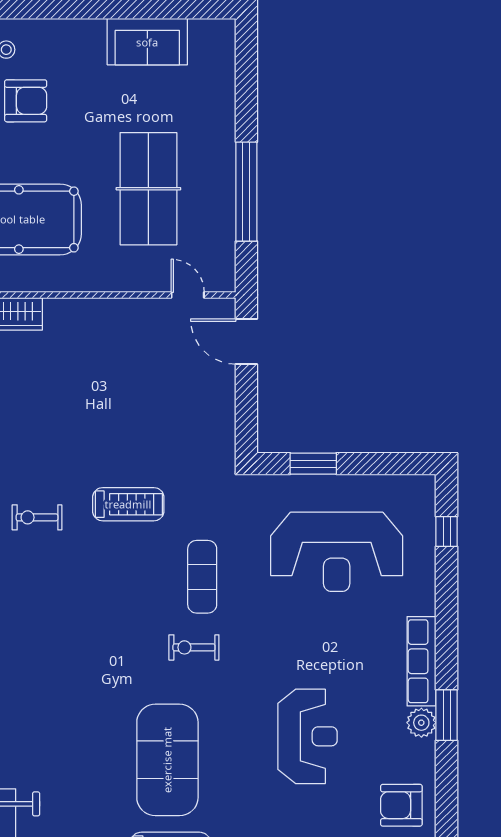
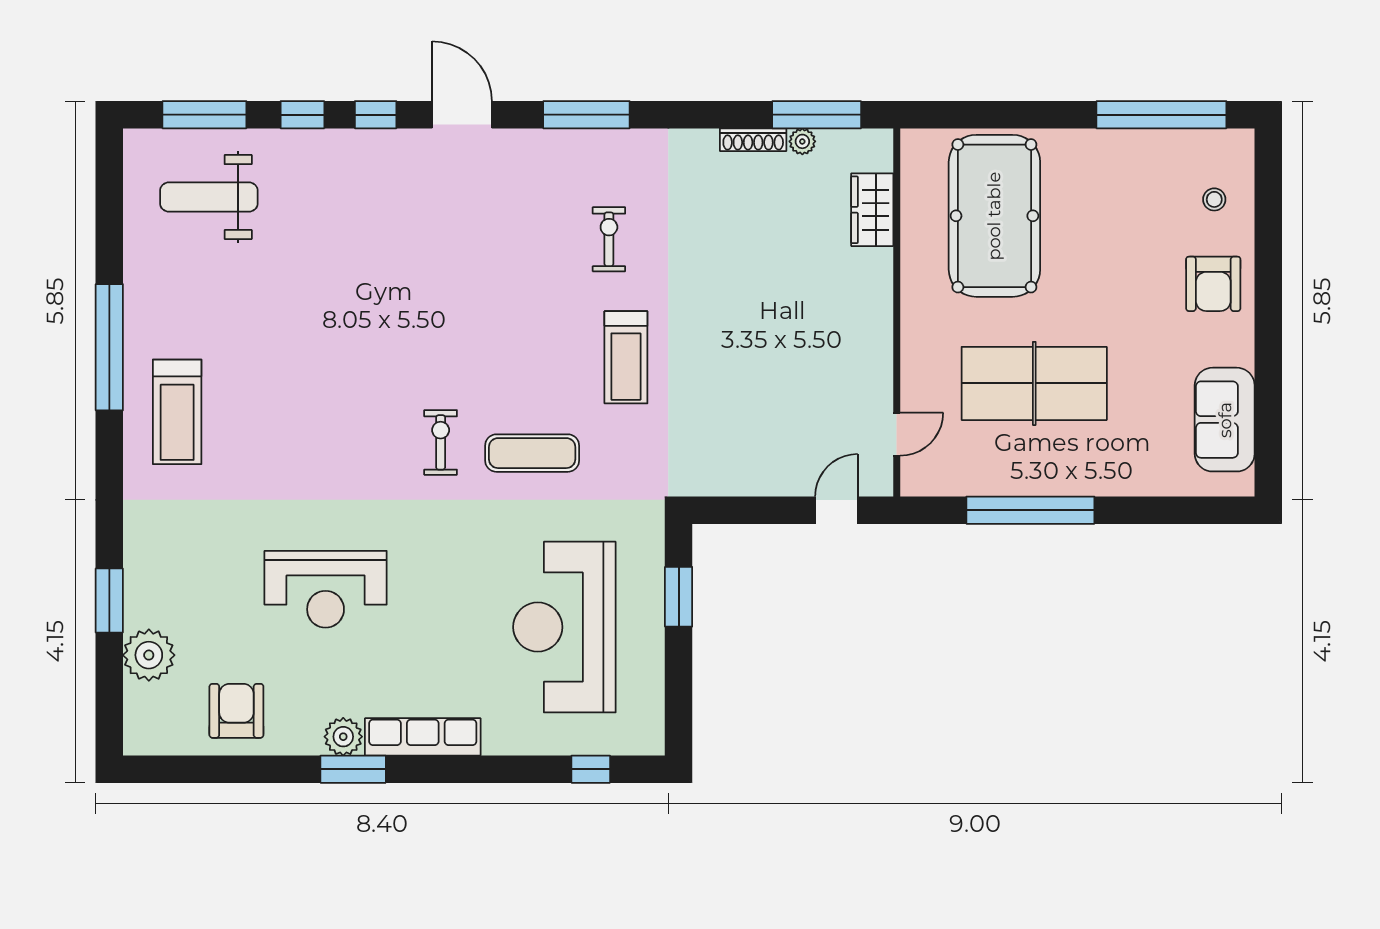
sofa: (147, 42) -> (1225, 420), moved
armchair: (26, 101) -> (1213, 284), moved
door: (246, 342) -> (836, 510), width x0.73
exercise mat: (167, 760) -> (295, 408), removed

